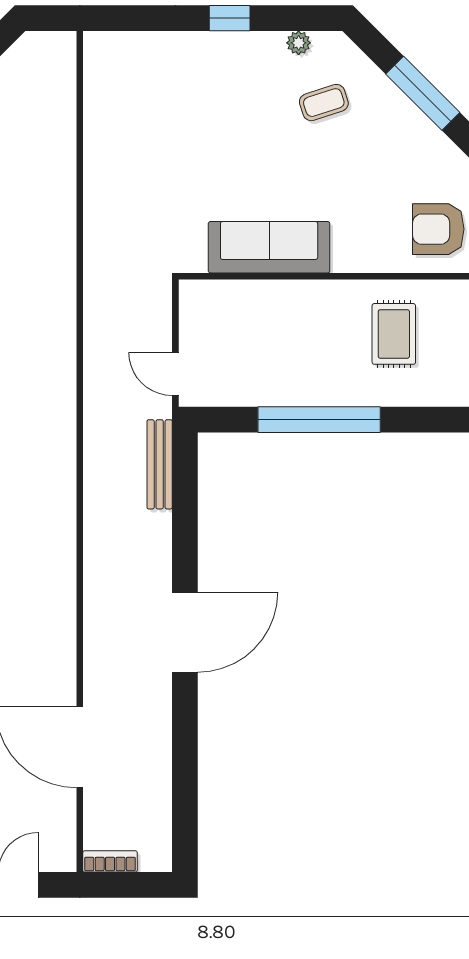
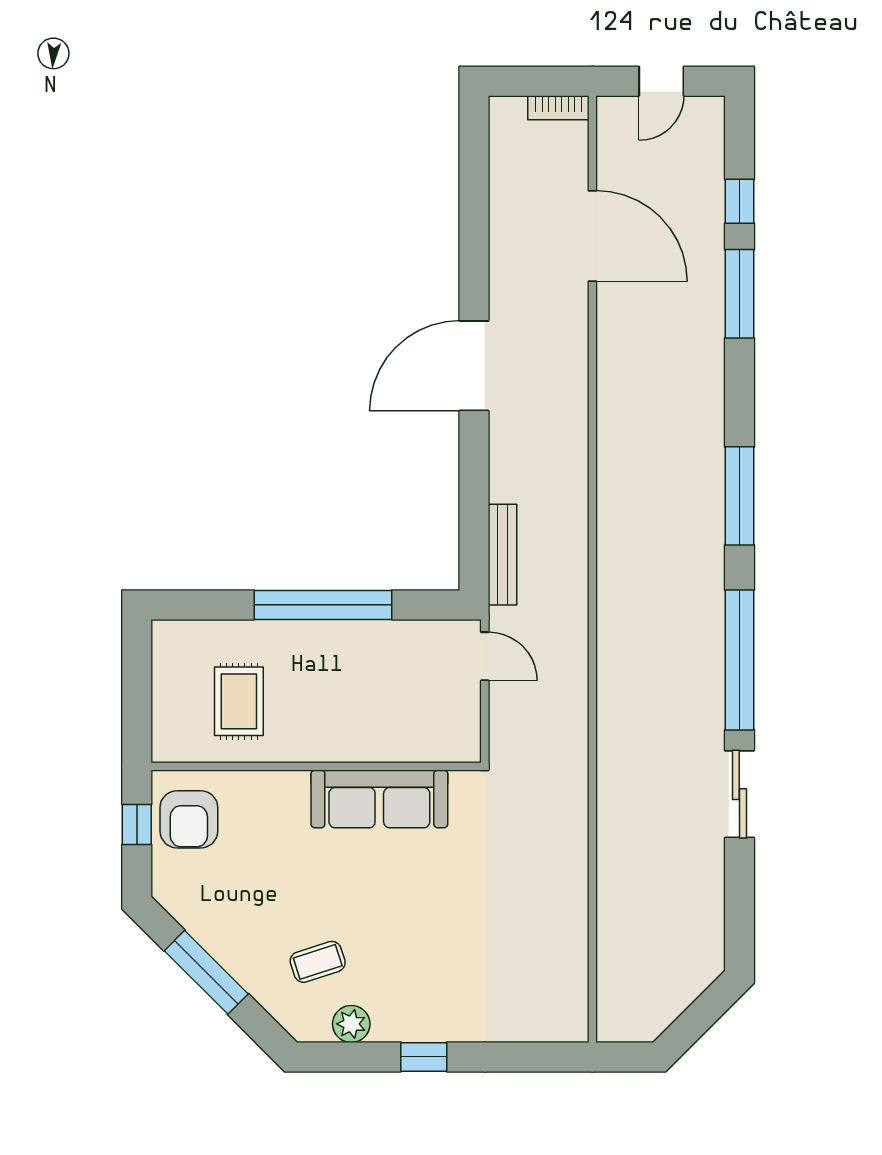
plant: (299, 43) -> (351, 1024), width x1.38, depth x1.38
armchair: (438, 229) -> (189, 819), turned 90

